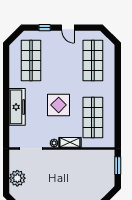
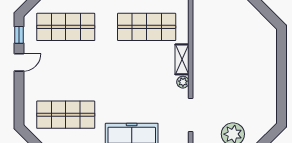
window: (45, 28) -> (19, 35), moved
display table: (59, 105) -> (129, 76), removed

